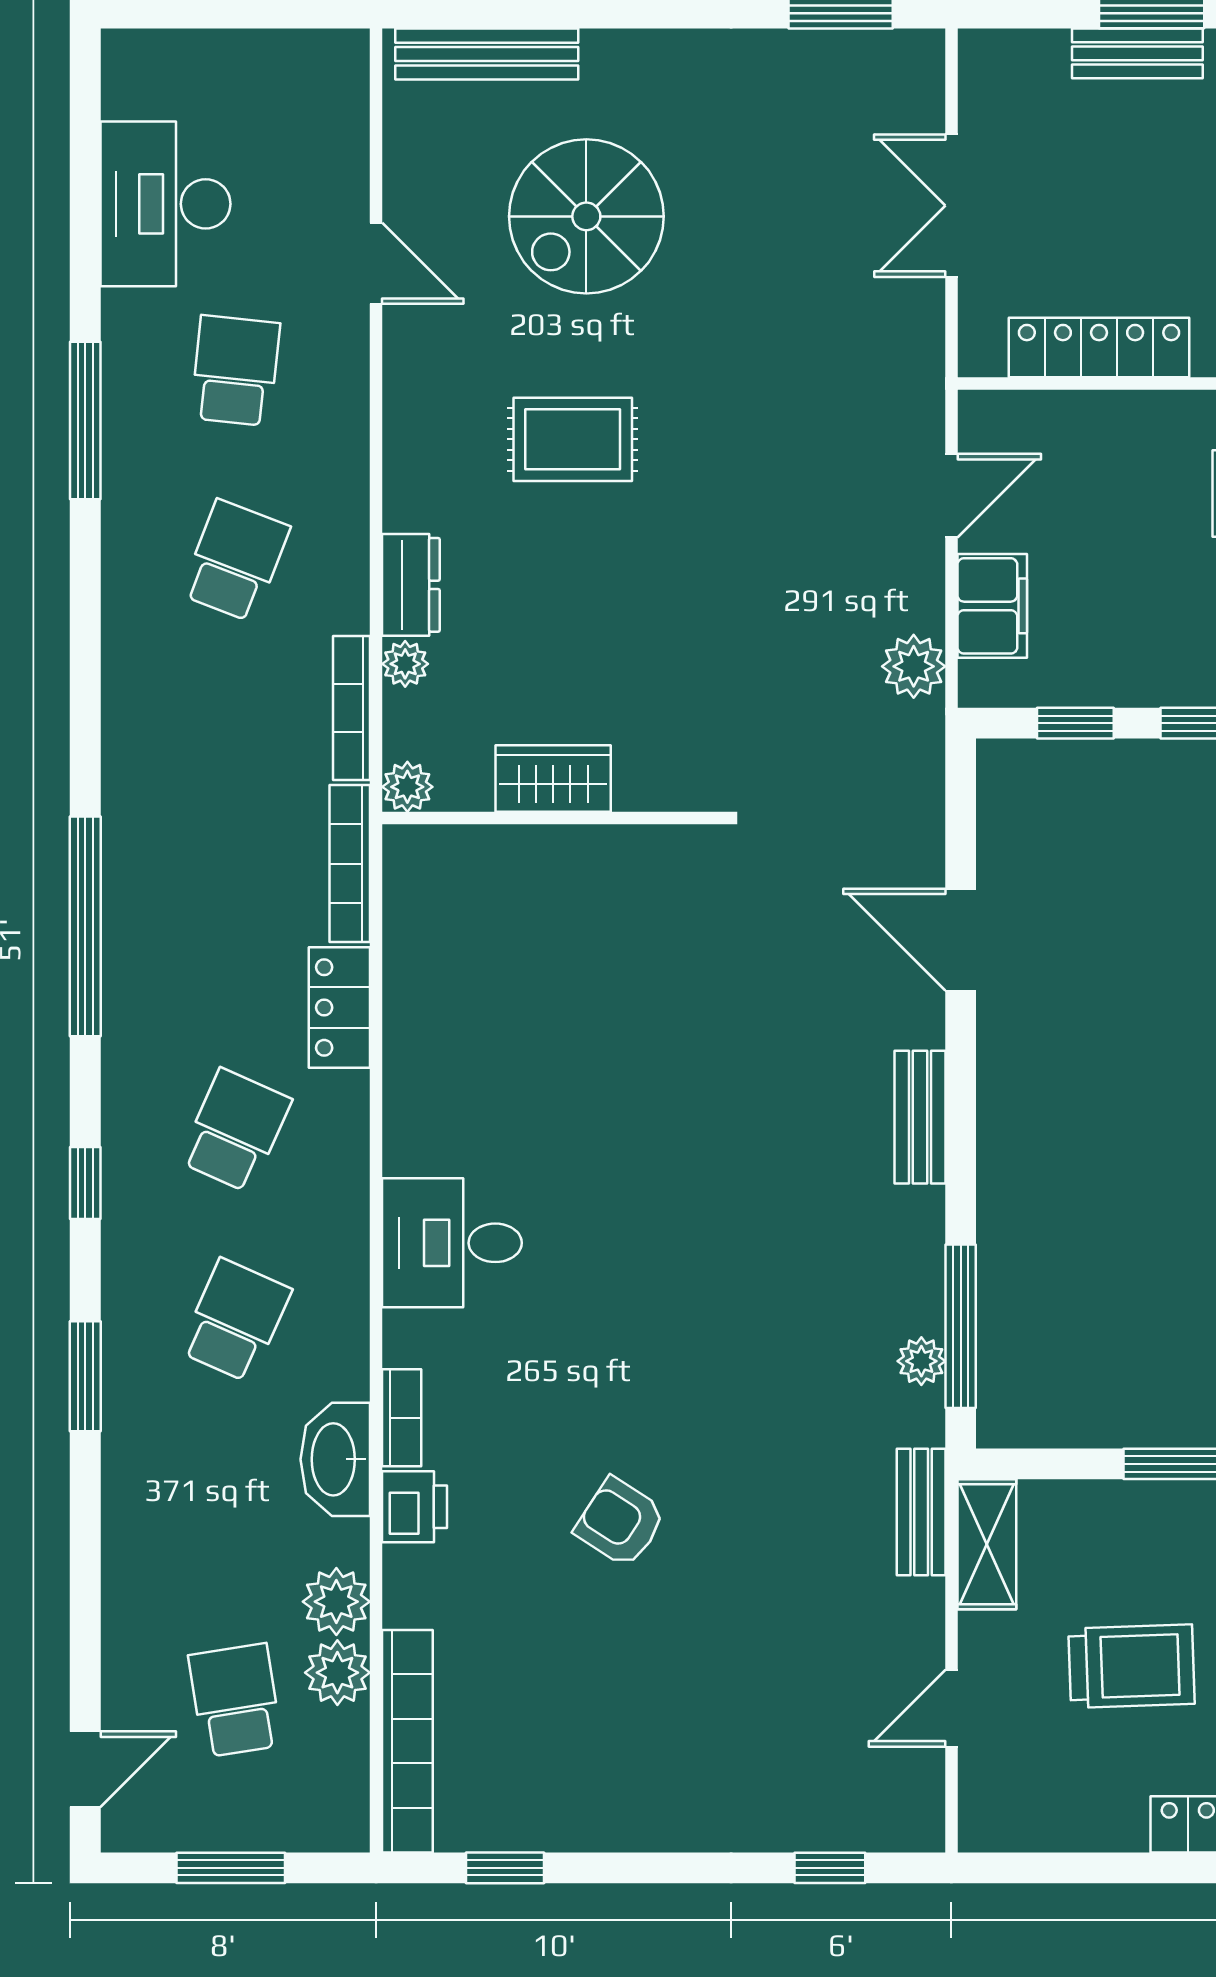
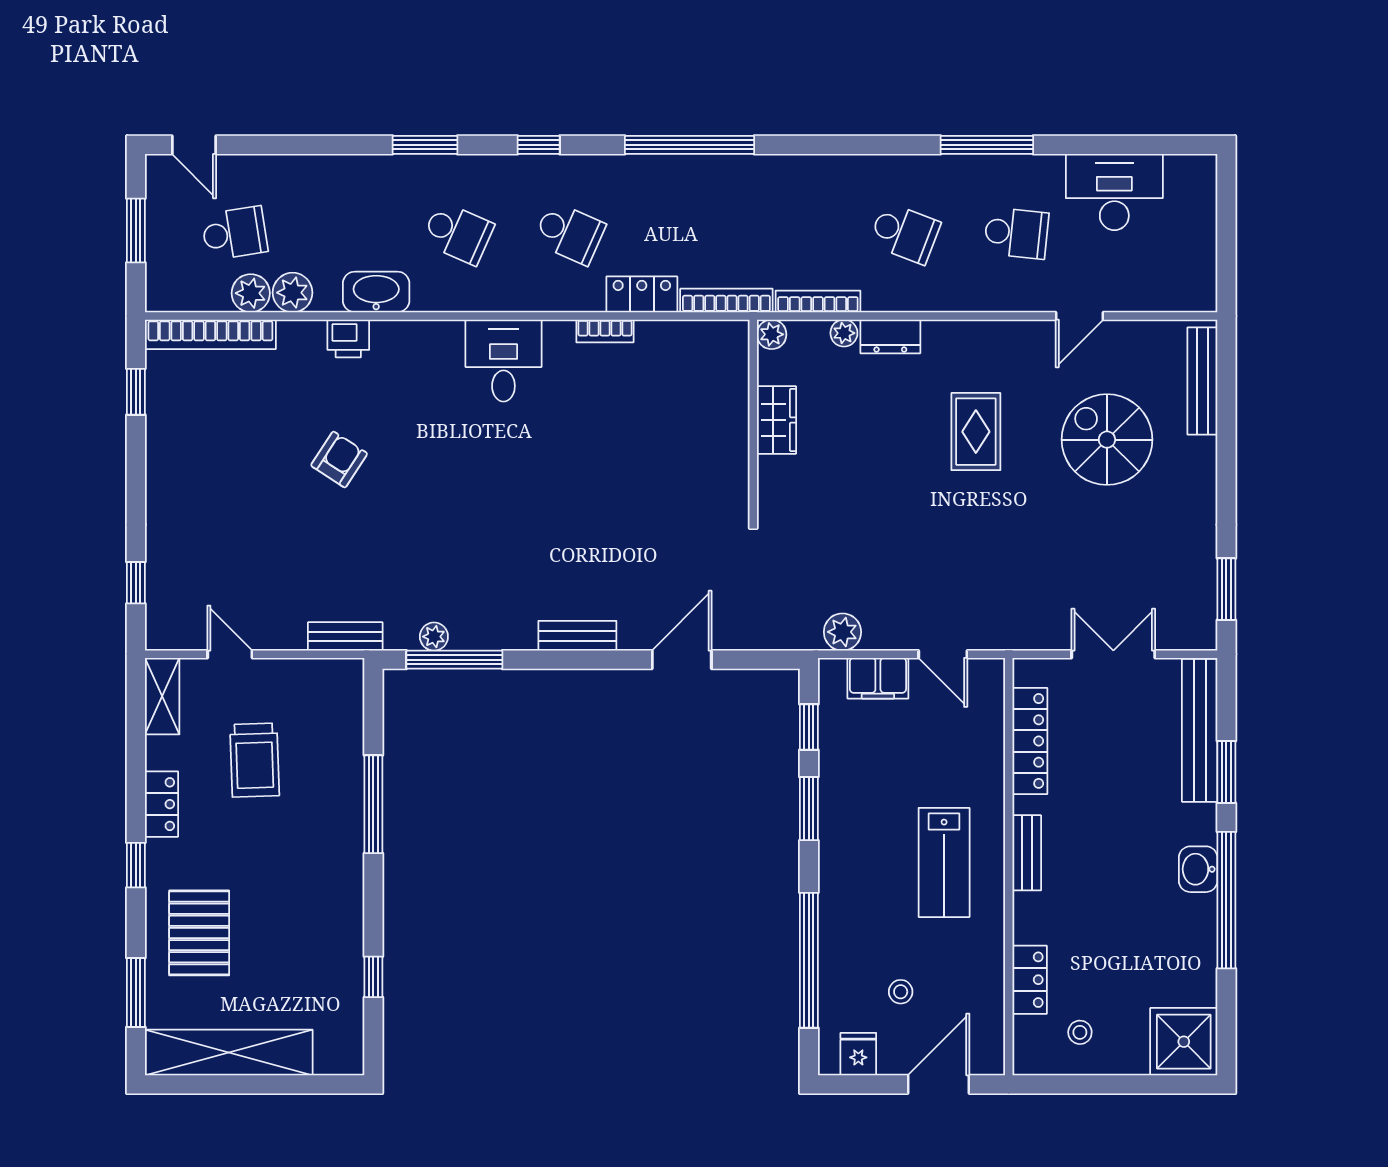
bench: (1137, 53) -> (1200, 730), width x1.86, depth x1.21
bookcase: (402, 1418) -> (605, 331), moved
shelving: (987, 1544) -> (162, 696), moved, turned 90

